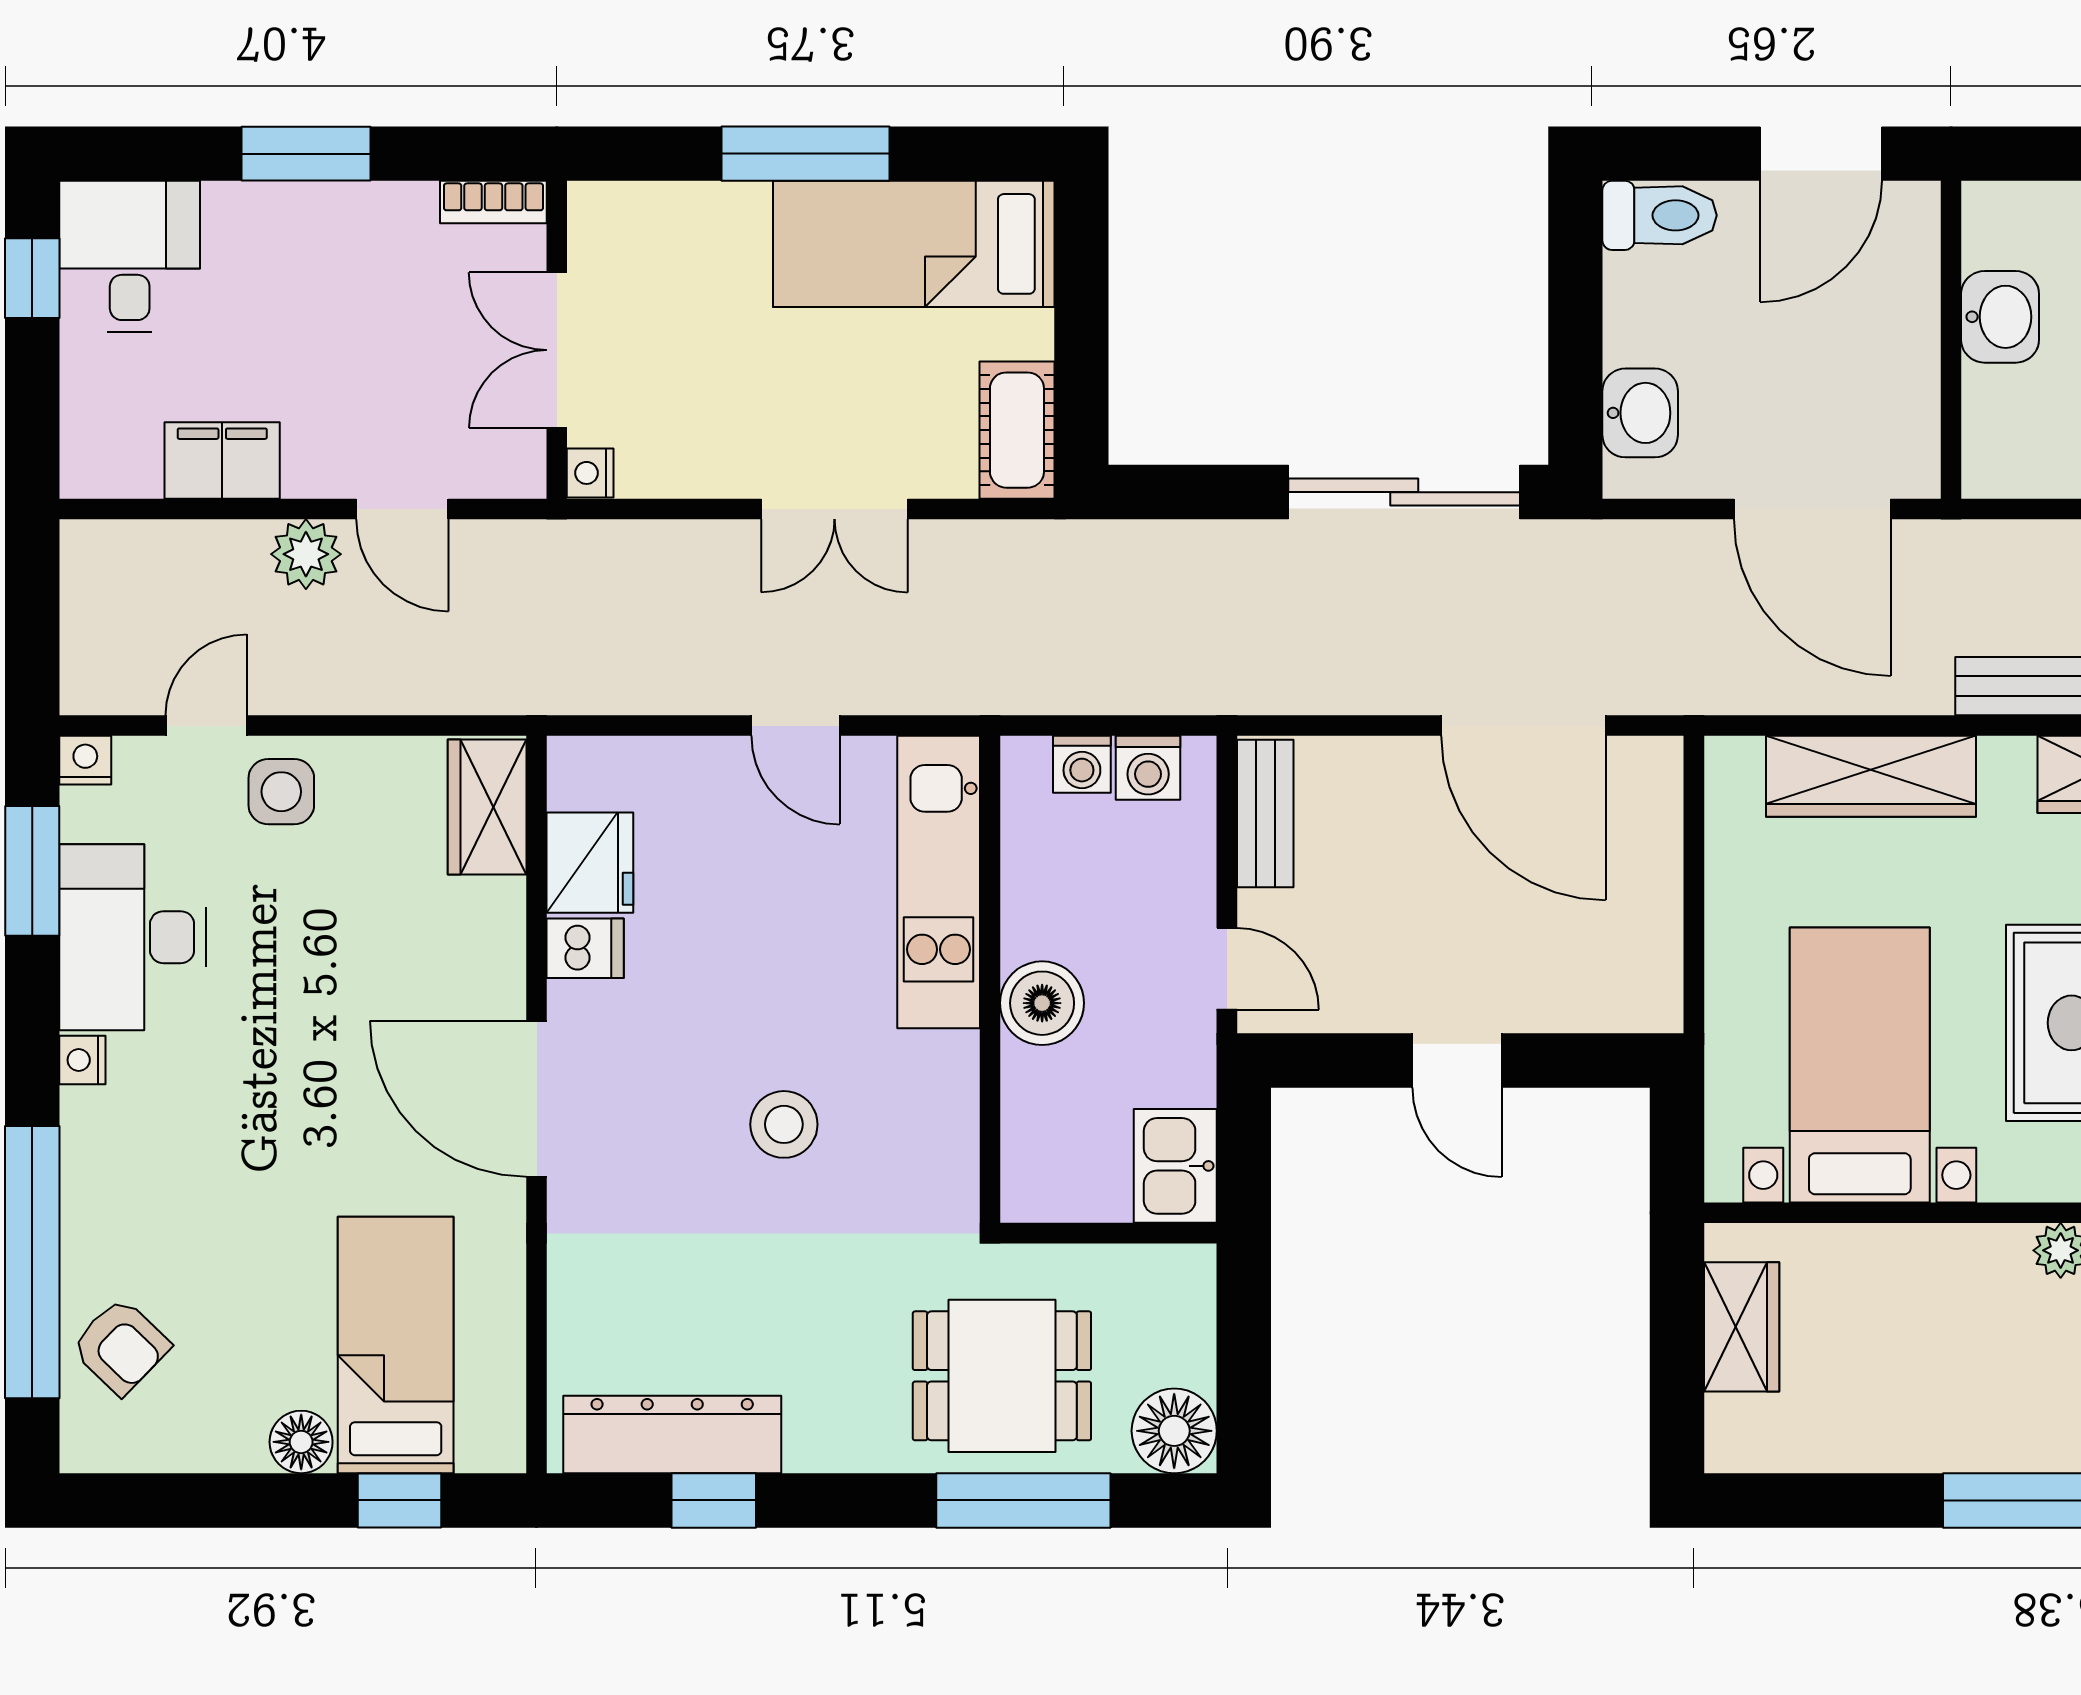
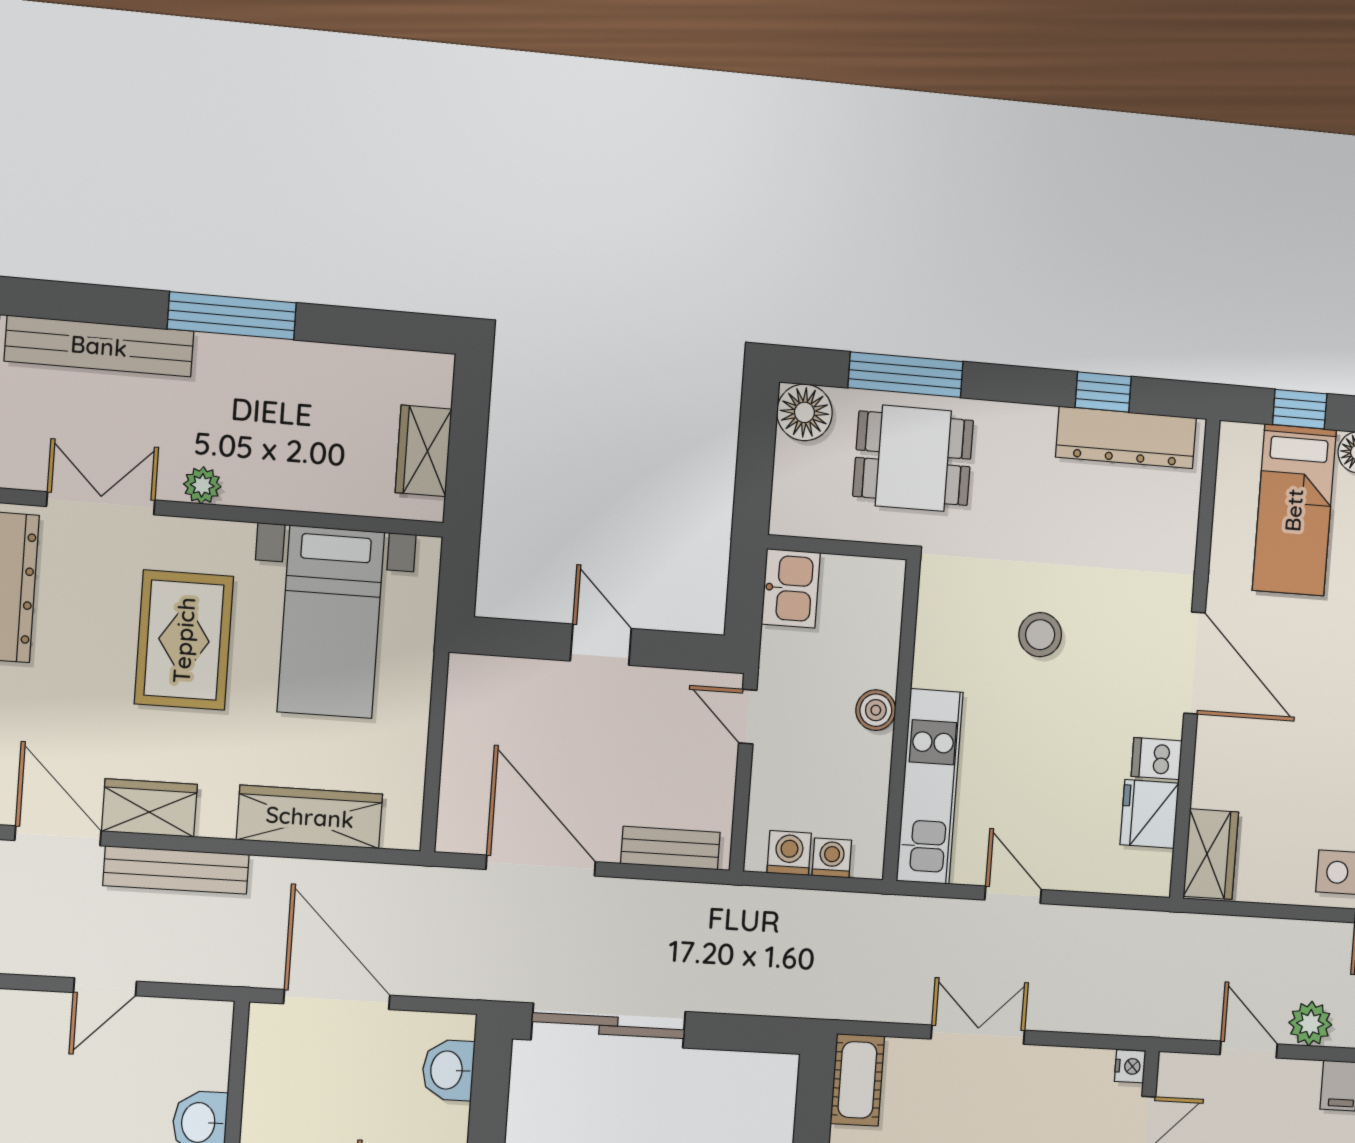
bench: (1265, 813) -> (670, 848), moved, turned 90
boiler: (1042, 1003) -> (876, 710), width x0.73, depth x0.73

